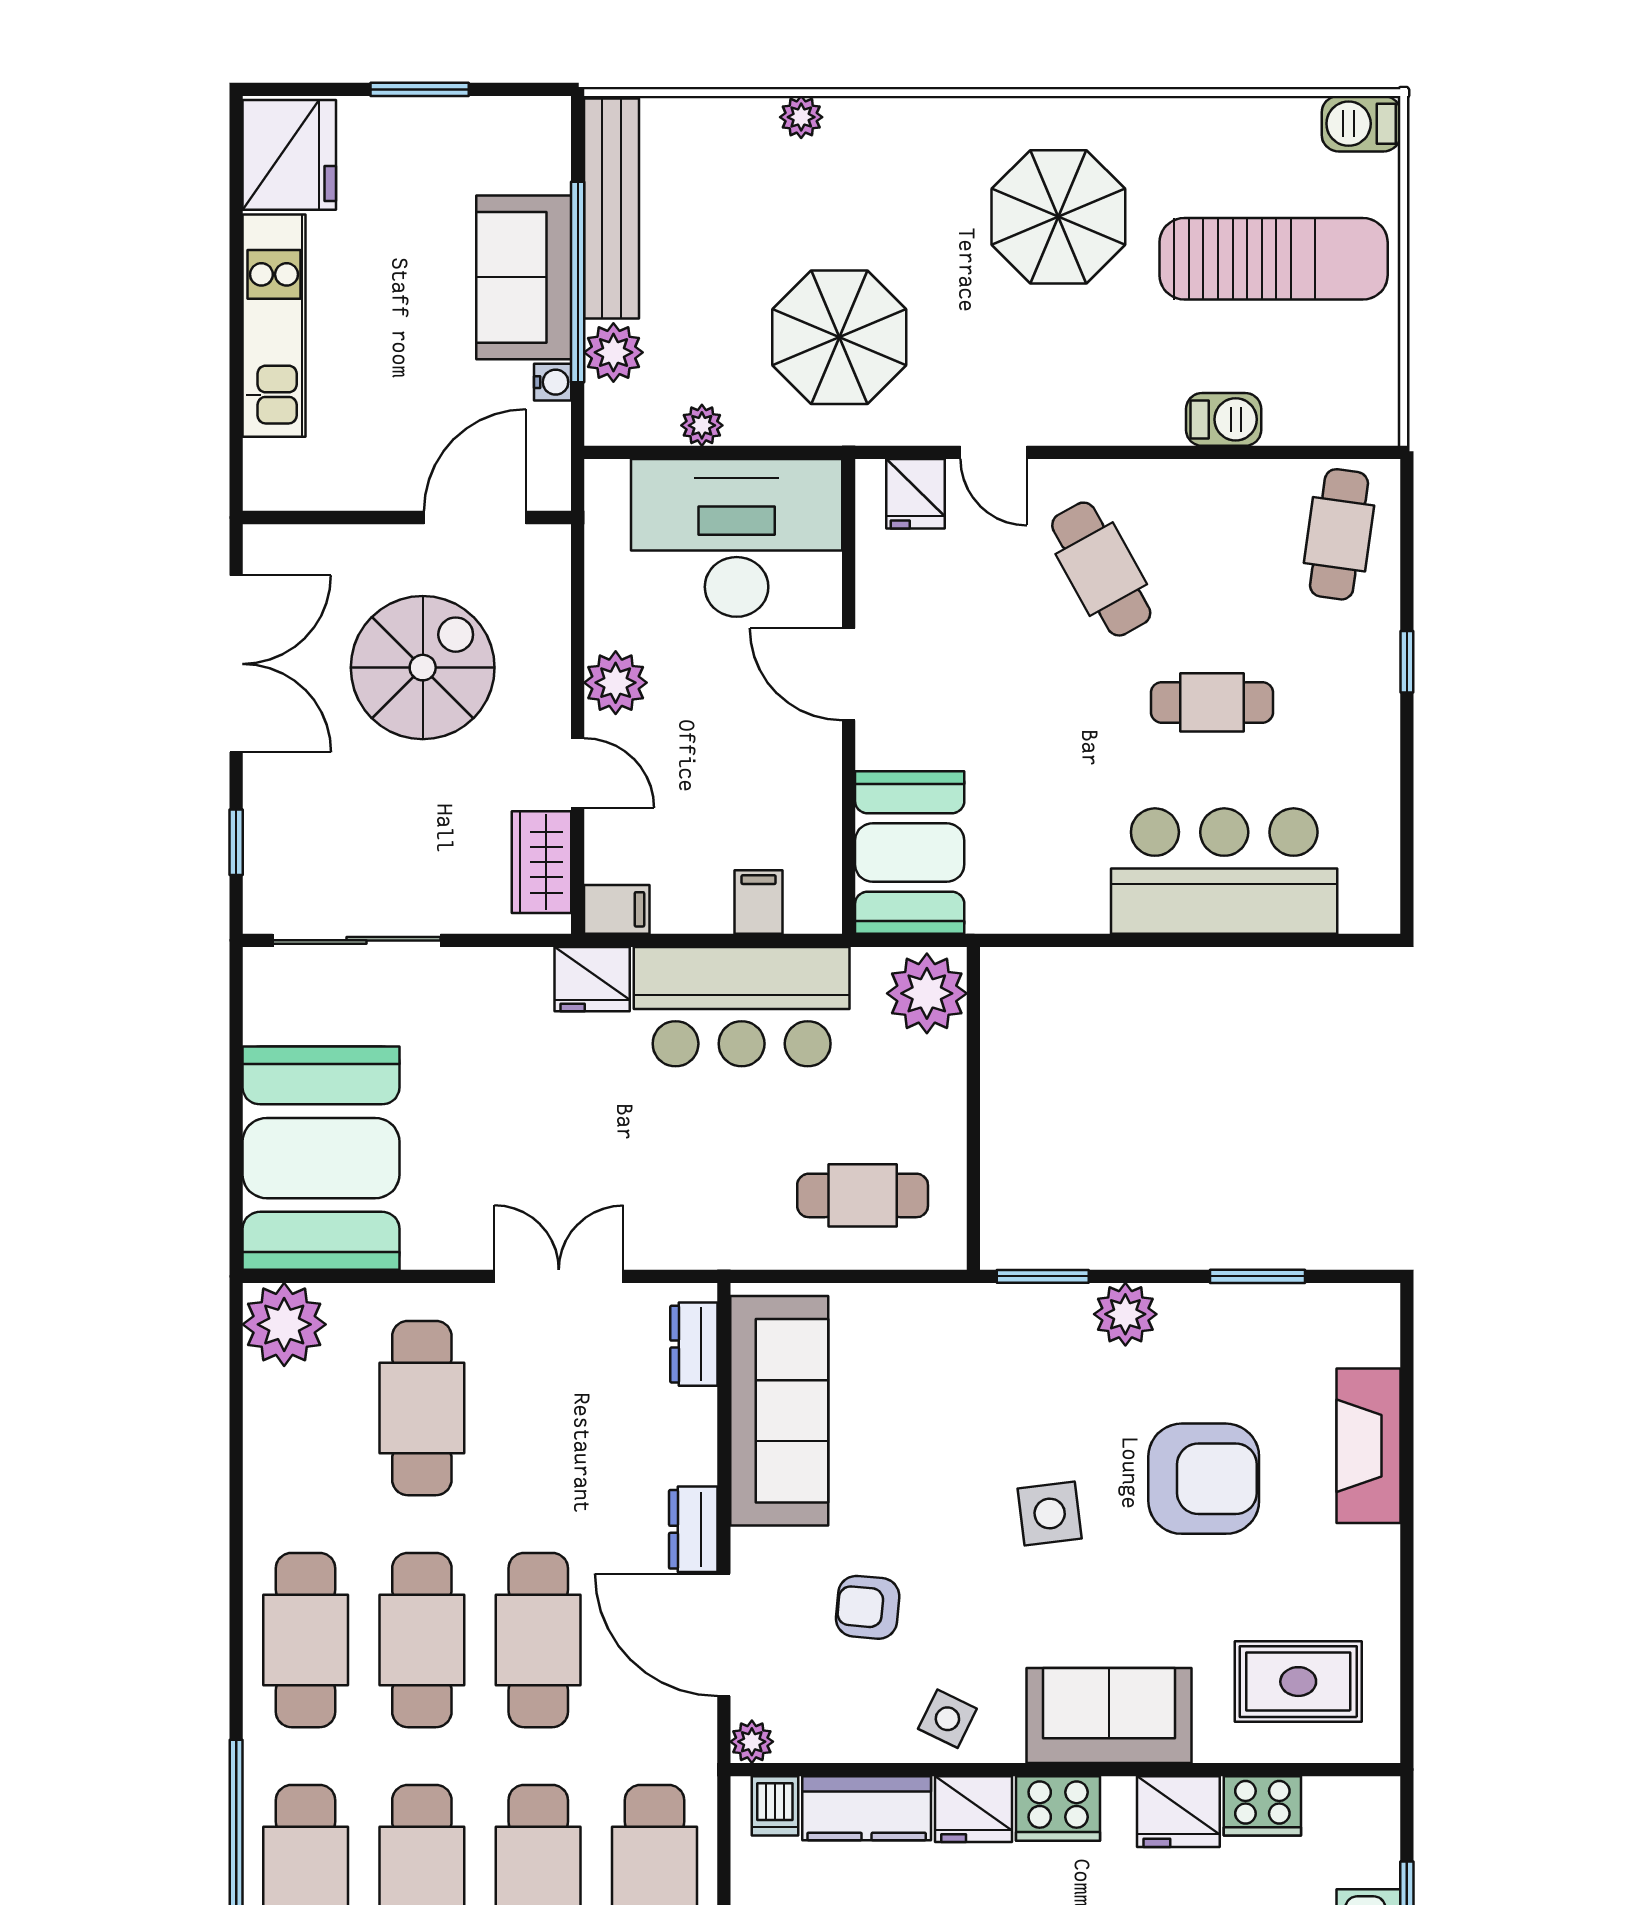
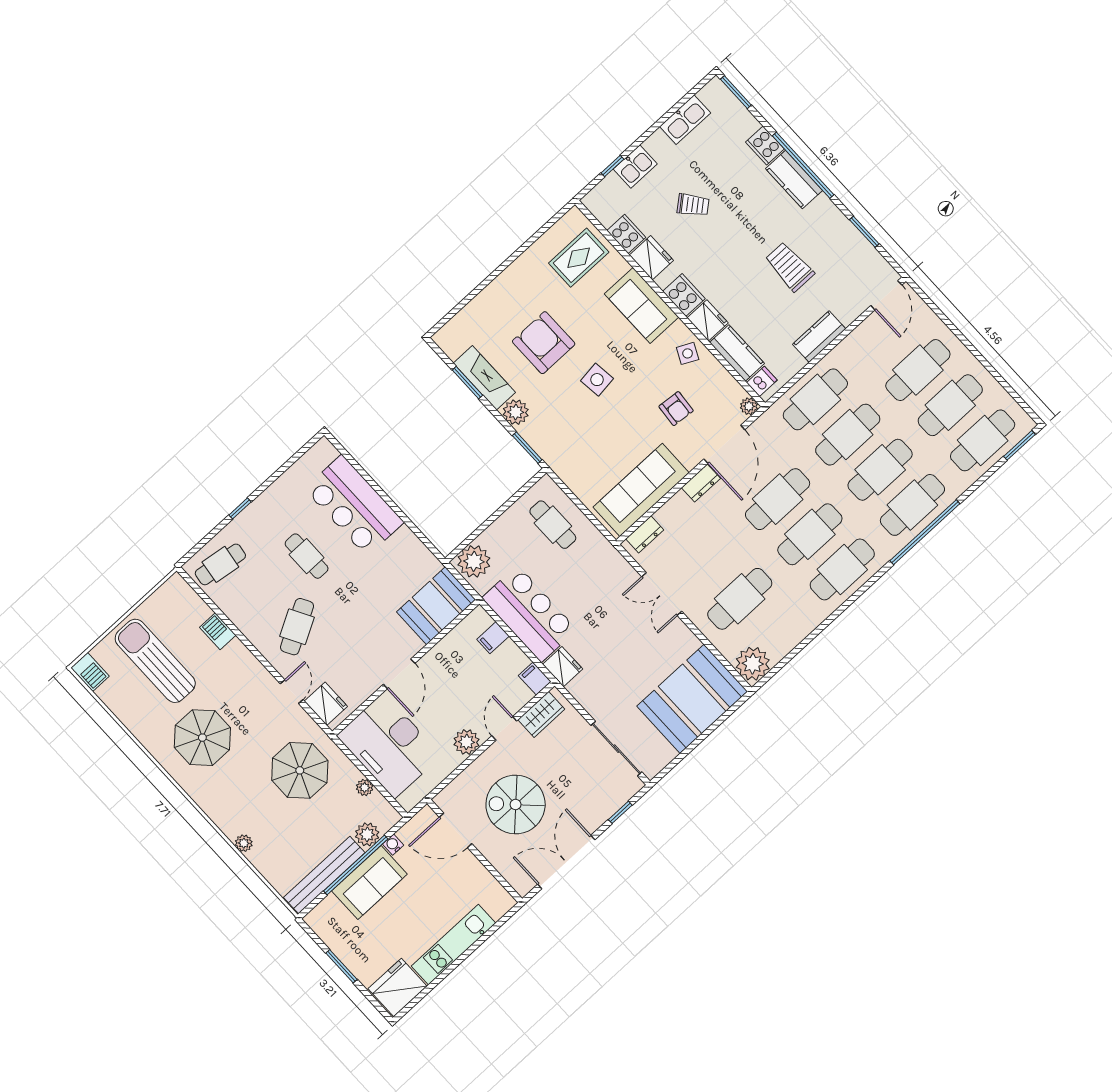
fridge: (915, 494) -> (326, 704), width x1.38
fireplace: (1369, 1446) -> (484, 378), moved, turned -90
rug: (1298, 1682) -> (579, 258), turned 90

